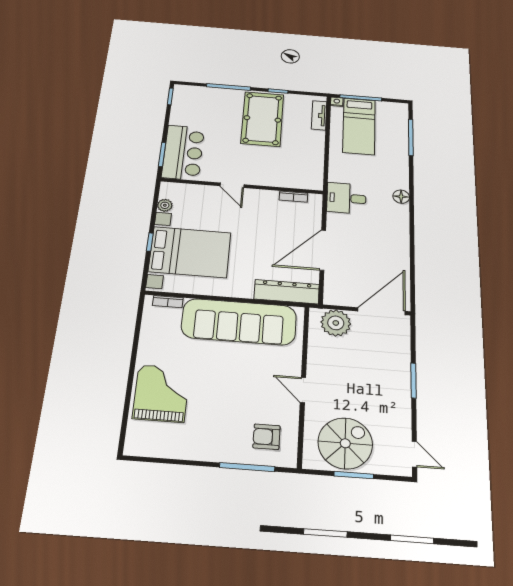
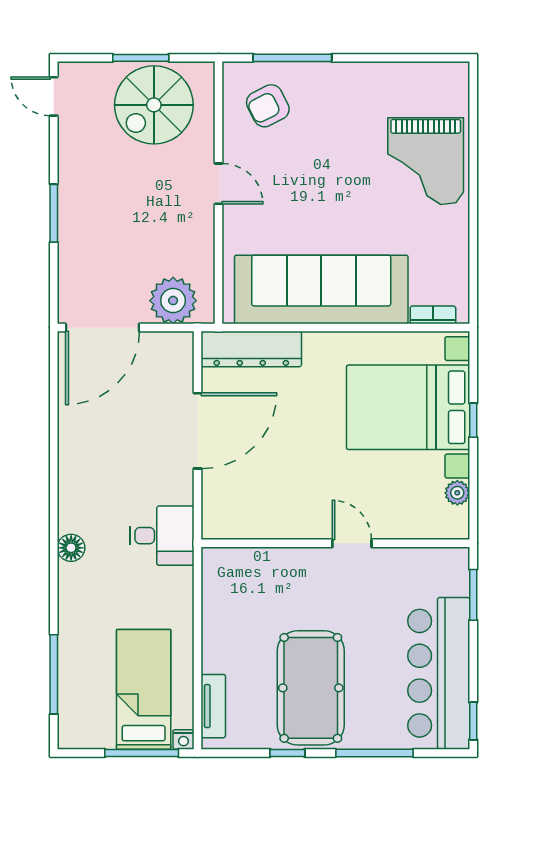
bar counter: (183, 152) -> (439, 673), moved, width x1.36
bookcase: (294, 197) -> (249, 530), removed
armchair: (267, 437) -> (268, 106), turned 153

